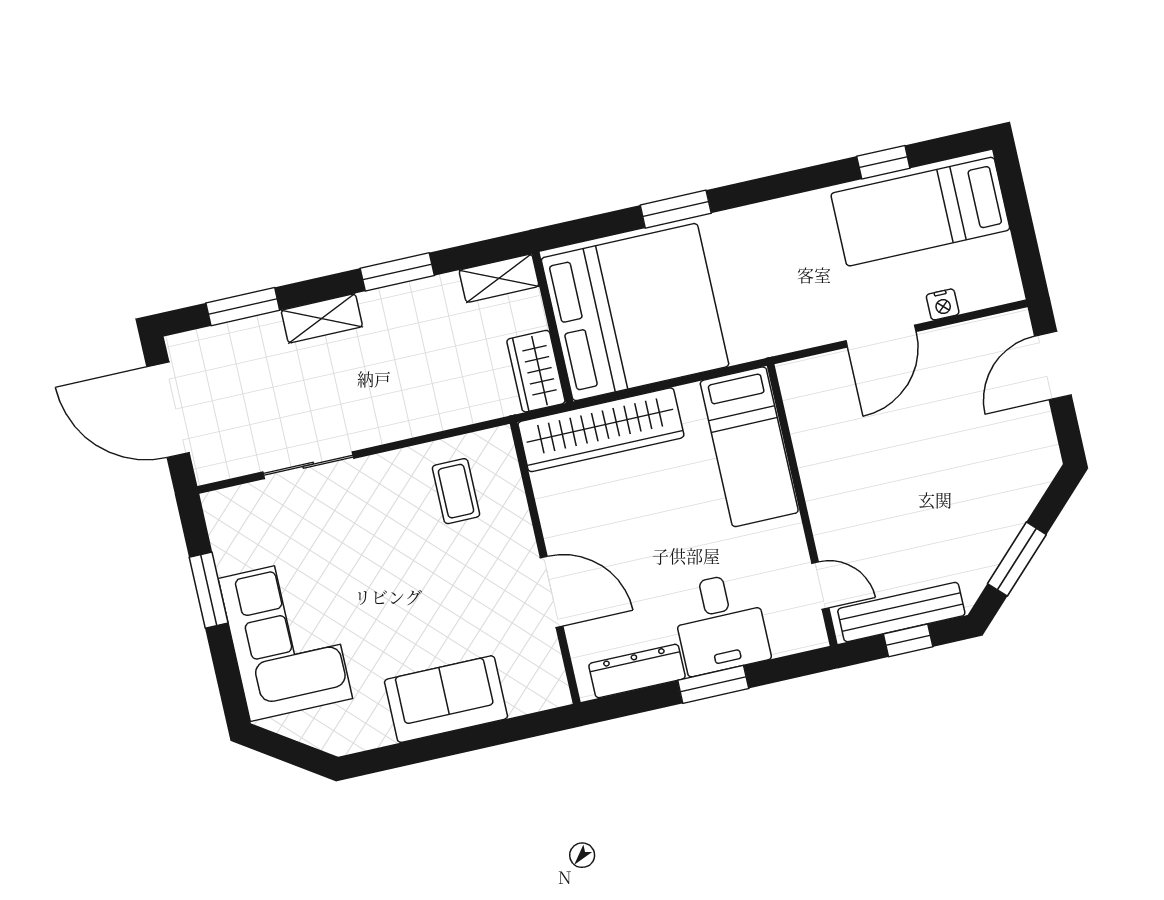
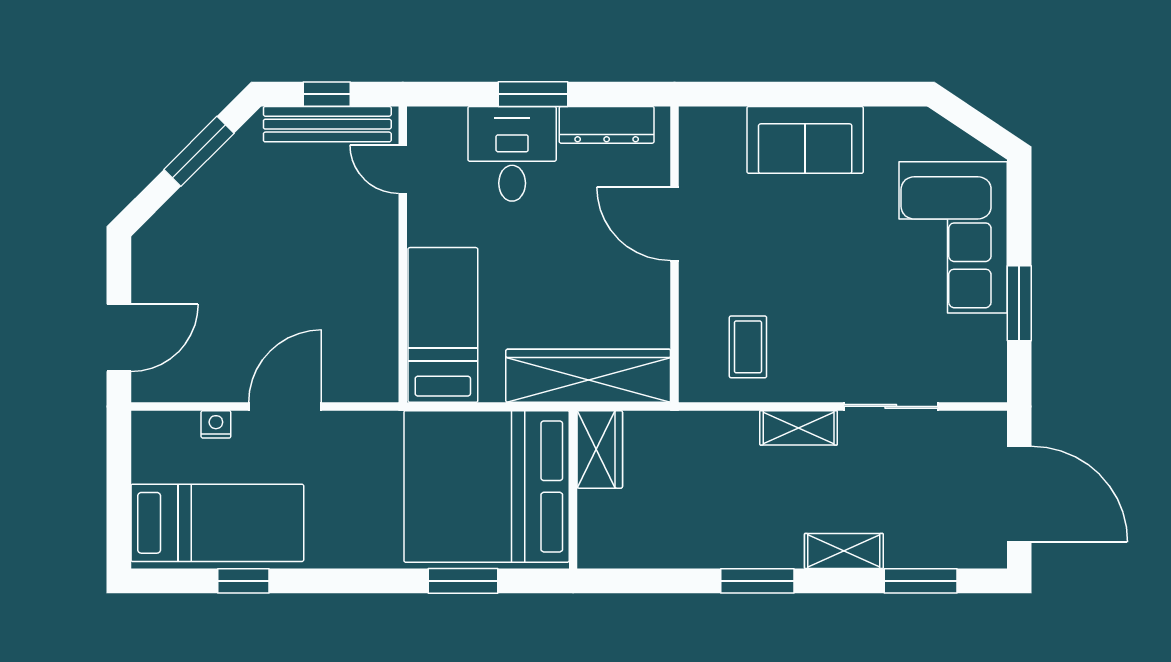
shelving: (499, 278) -> (799, 428), moved
bed: (635, 312) -> (487, 486), moved
wall: (553, 328) -> (573, 490), moved
wardrobe: (536, 371) -> (600, 449), moved

